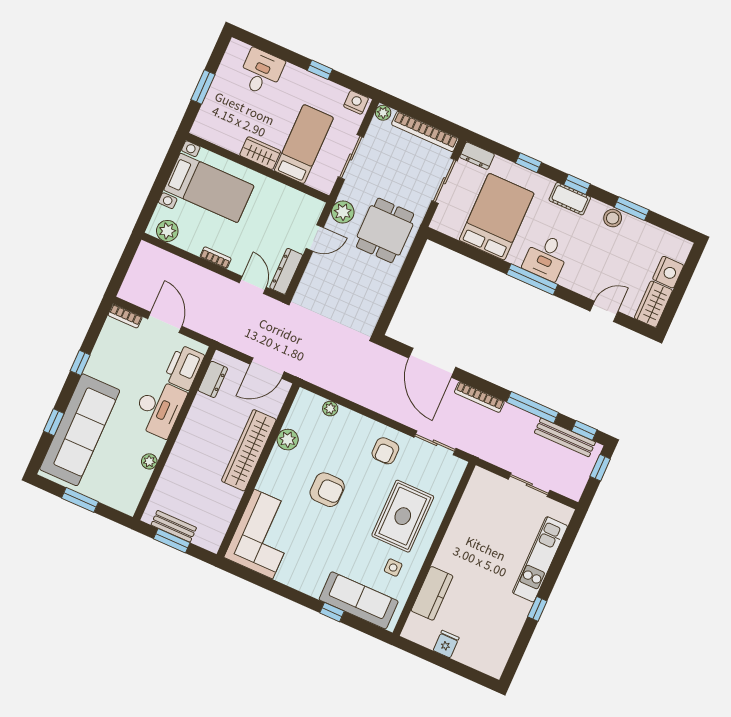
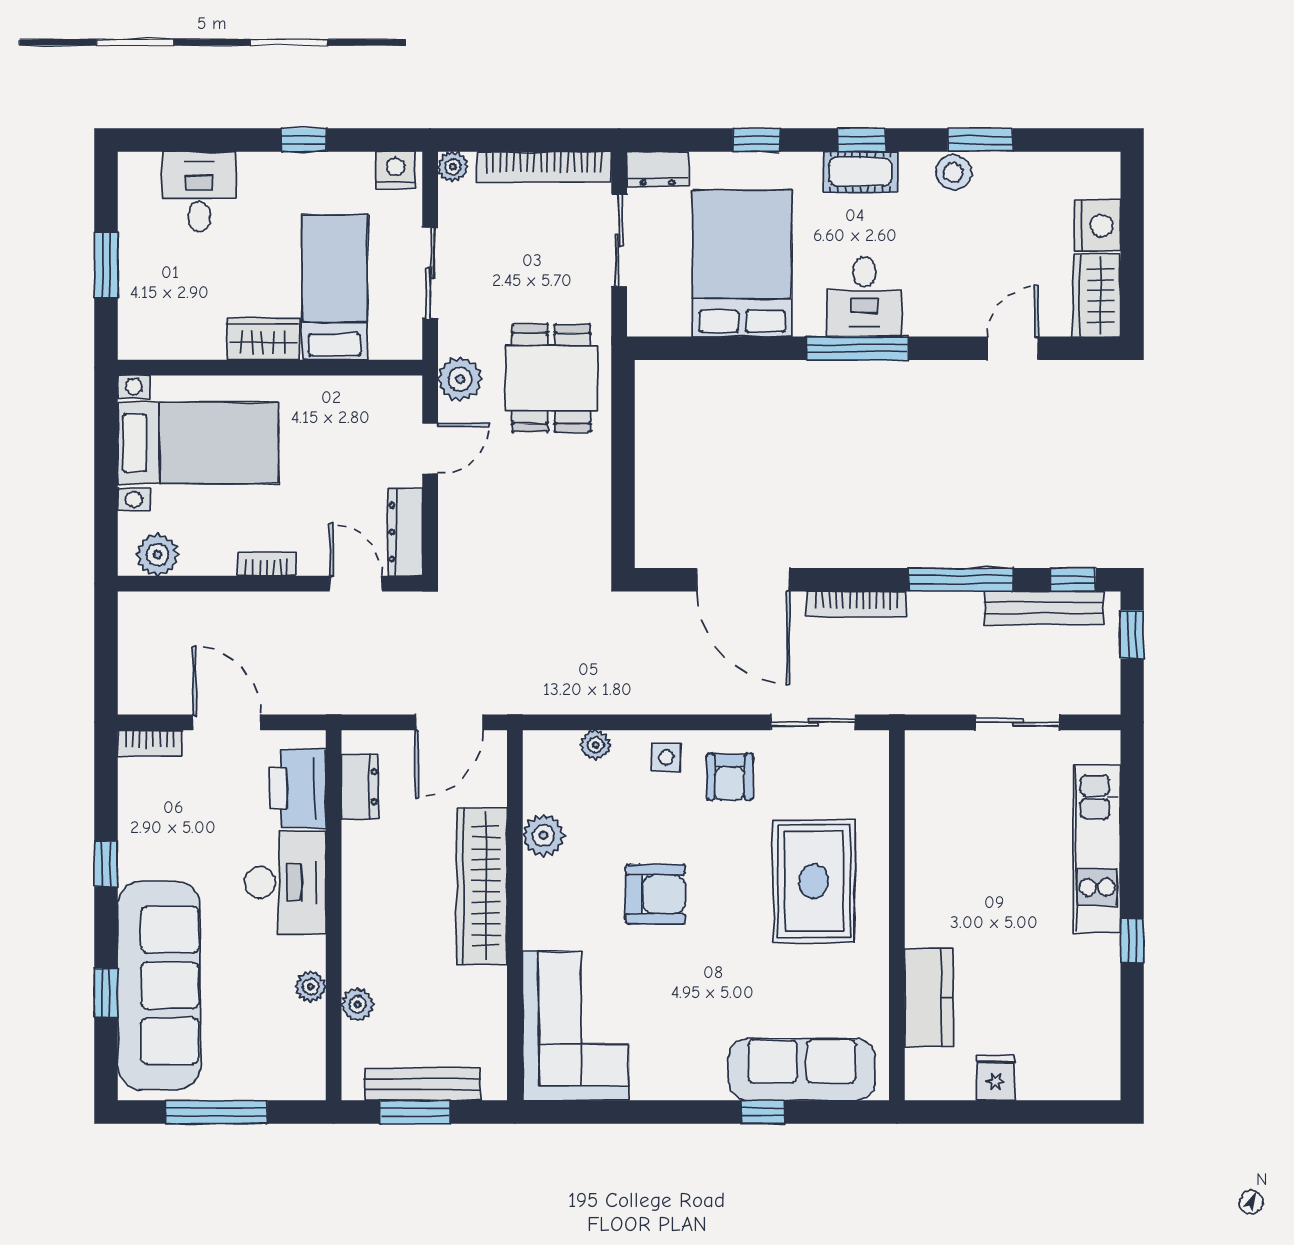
plant: (167, 479) -> (358, 1005), added
window: (80, 500) -> (216, 1112), width x1.44
bench: (174, 526) -> (423, 1084), width x1.36
side table: (393, 568) -> (666, 758), moved

